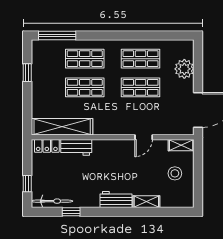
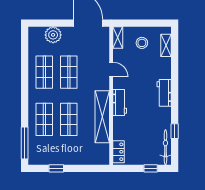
shelving: (62, 127) -> (102, 117), moved
workbench: (76, 147) -> (120, 102), moved
shelving: (146, 202) -> (166, 45), moved

